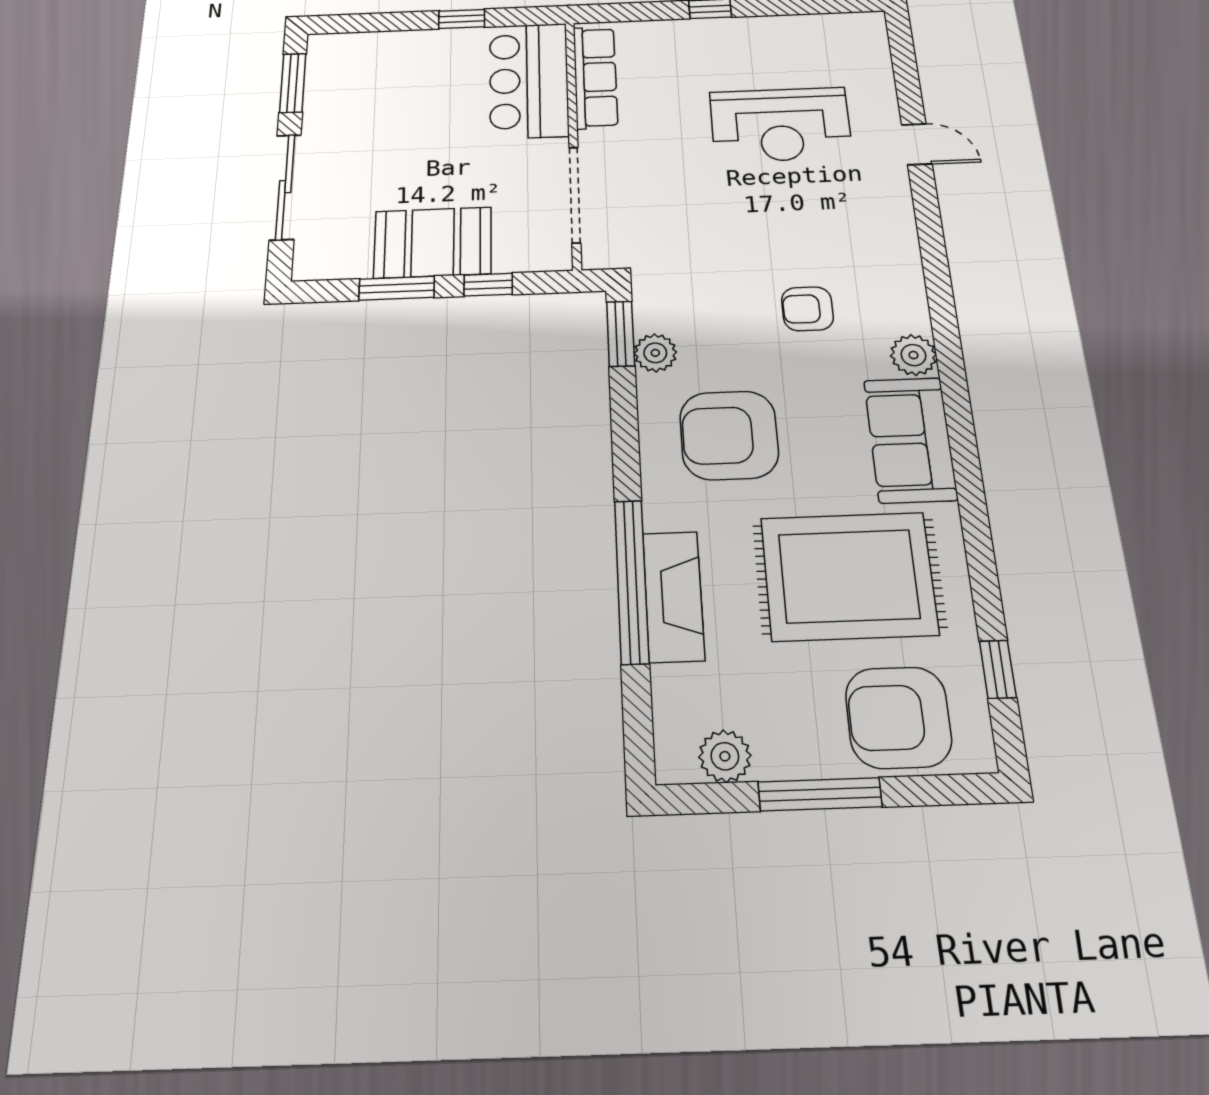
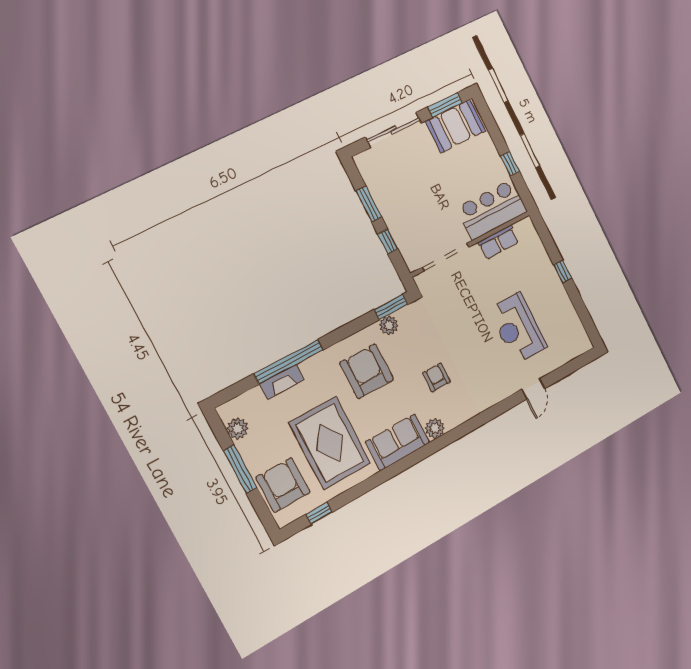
row of seats: (595, 77) -> (498, 242), width x0.68
booth: (433, 242) -> (455, 126), moved, turned 90
fireplace: (673, 596) -> (282, 382), width x0.73, depth x0.76

